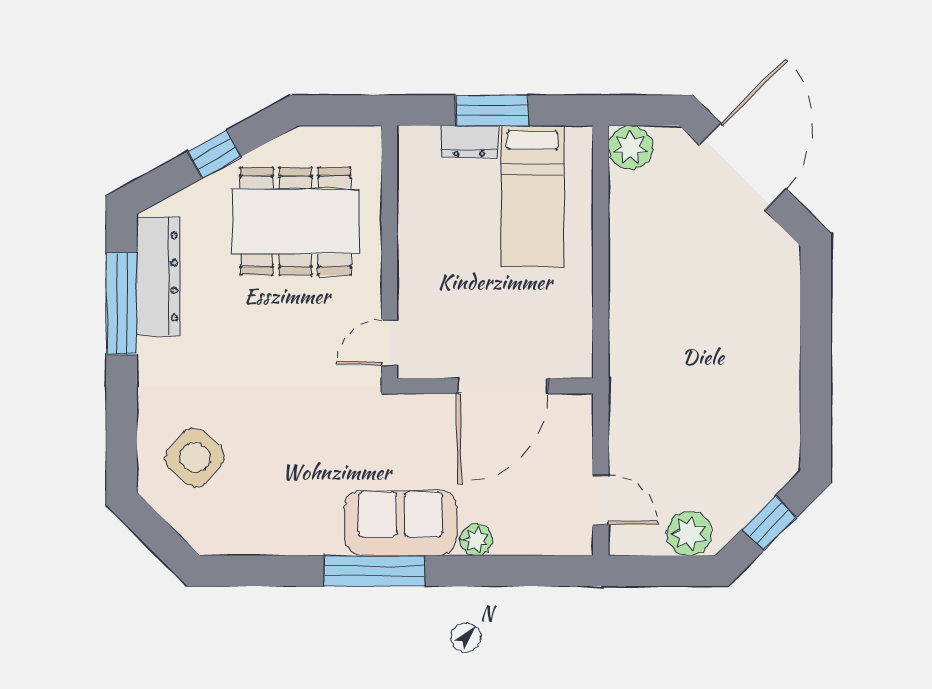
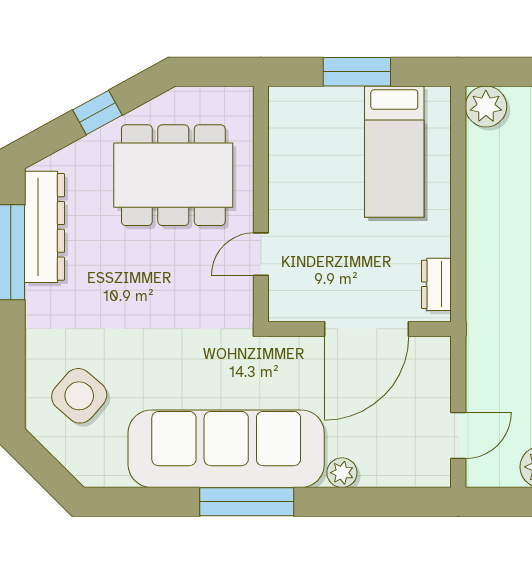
dresser: (469, 141) -> (436, 284), moved, turned 90
door: (389, 343) -> (261, 254), moved
door: (601, 500) -> (458, 435), hinge flipped
sofa: (400, 523) -> (226, 449), width x1.85, depth x1.27

